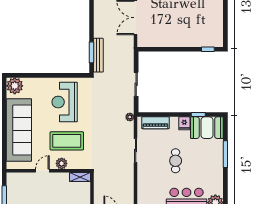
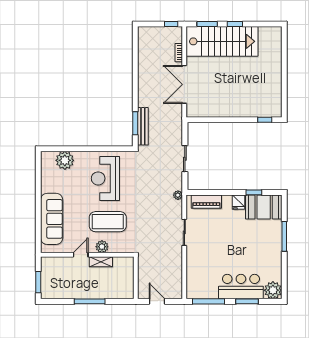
plant: (15, 86) -> (65, 160), moved
sofa: (19, 130) -> (52, 219), width x0.74, depth x0.79
cafe table: (176, 161) -> (229, 244), removed
shelving: (80, 177) -> (101, 262), moved

